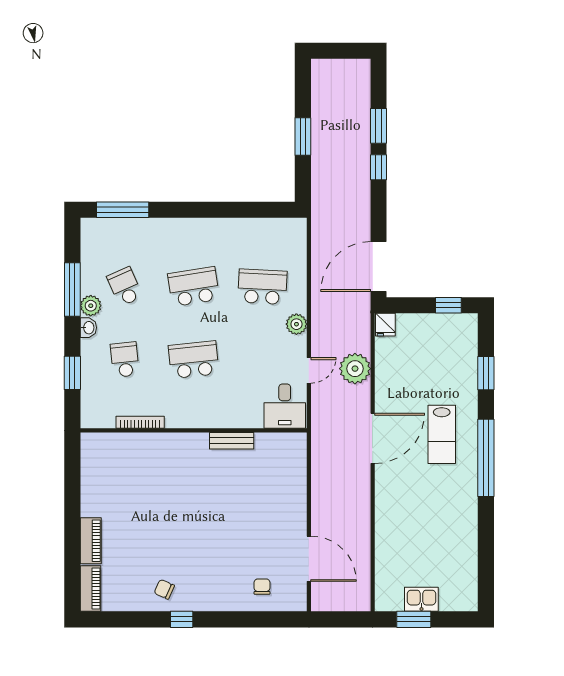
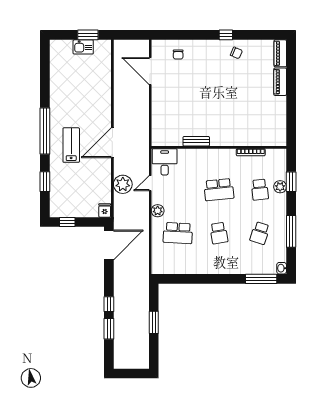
school desk: (125, 287) -> (260, 233), turned 42
school desk: (194, 287) -> (219, 233), width x0.54
plant: (91, 306) -> (280, 187), moved
washbasin: (88, 328) -> (282, 268), moved

